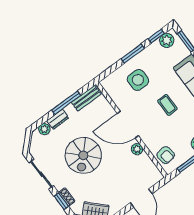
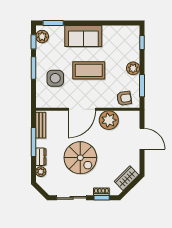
coffee table: (167, 105) -> (89, 70), width x1.86, depth x1.72
plant: (137, 149) -> (109, 120), width x1.87, depth x1.87

